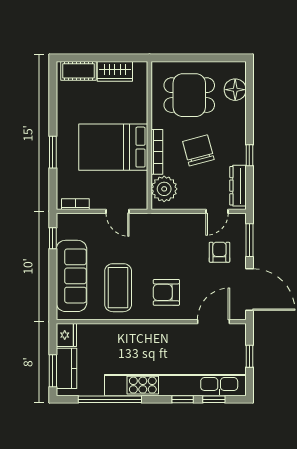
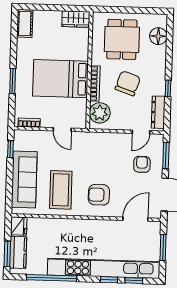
cot: (79, 71) -> (25, 23), moved, turned 90
wardrobe: (115, 71) -> (76, 19), moved
dining table: (189, 95) -> (122, 39), turned 90
chair: (198, 150) -> (128, 83), turned 34
window: (249, 356) -> (163, 247), width x1.50

